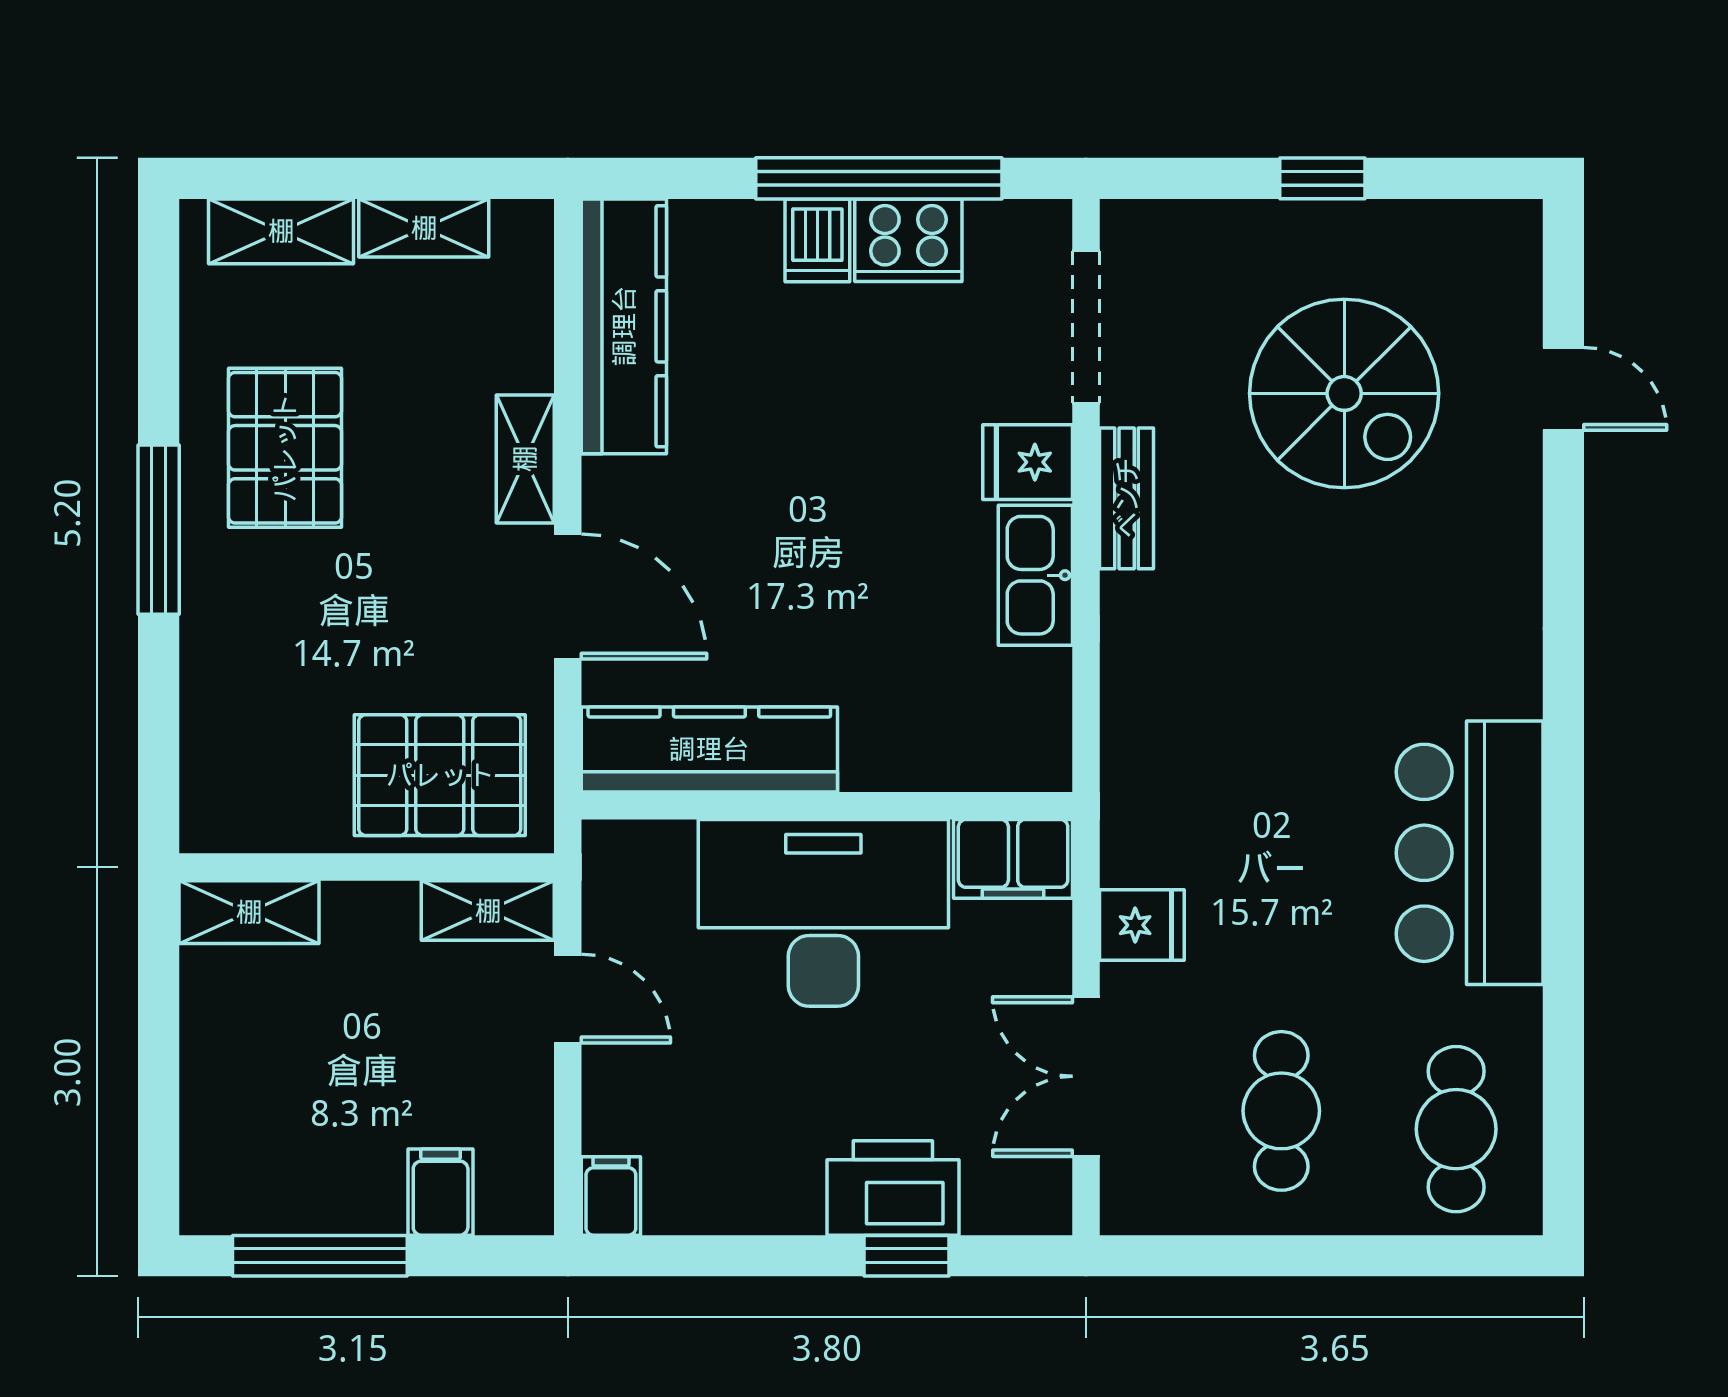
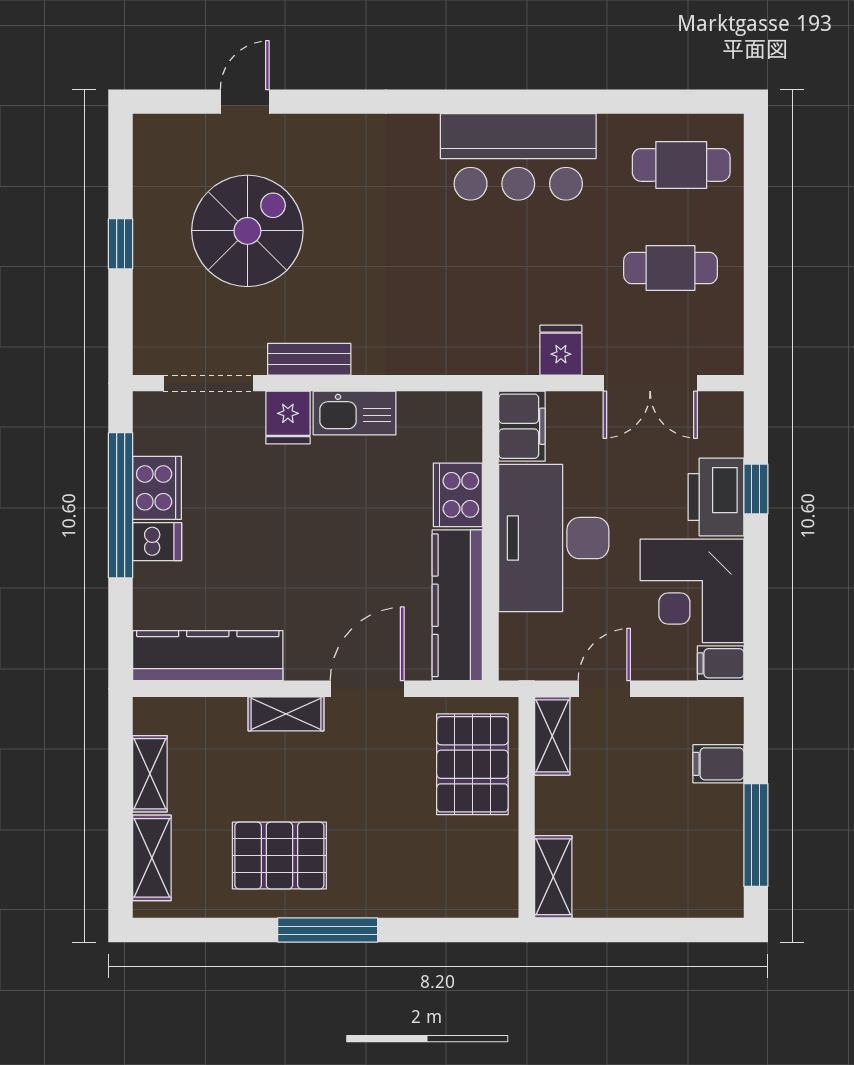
cooker: (897, 750) -> (458, 495), added
corner desk: (734, 1147) -> (692, 591), added

